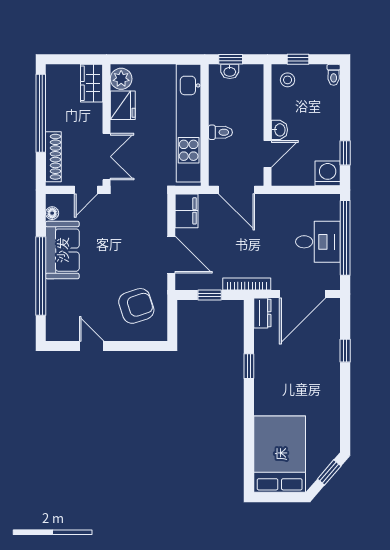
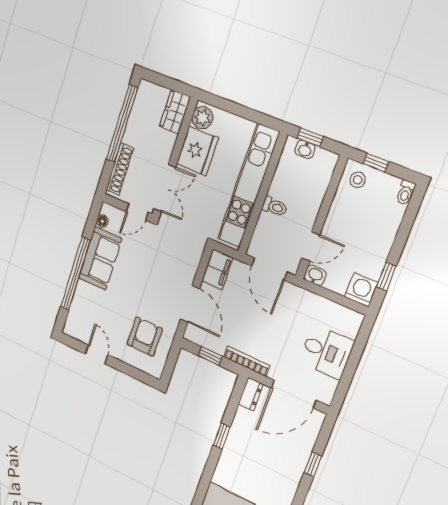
fridge: (123, 105) -> (197, 151), width x1.36, depth x1.34
washbasin: (279, 130) -> (315, 275), moved, turned -90
window: (345, 238) -> (354, 360), removed
armchair: (136, 306) -> (145, 337), turned -72

